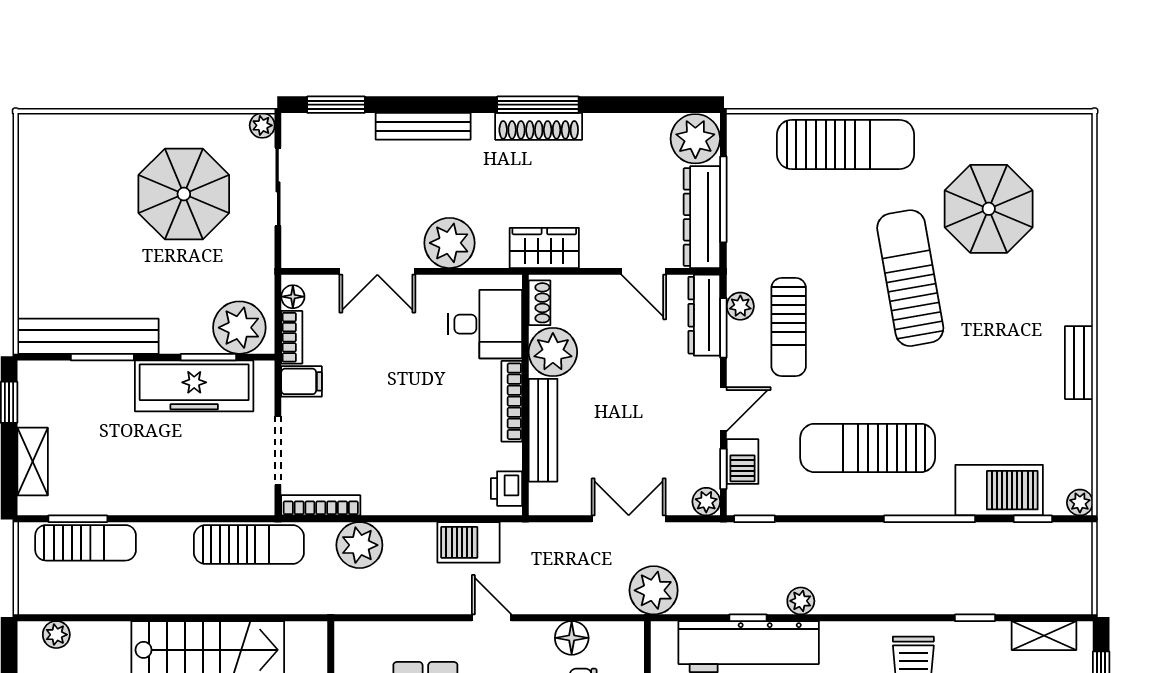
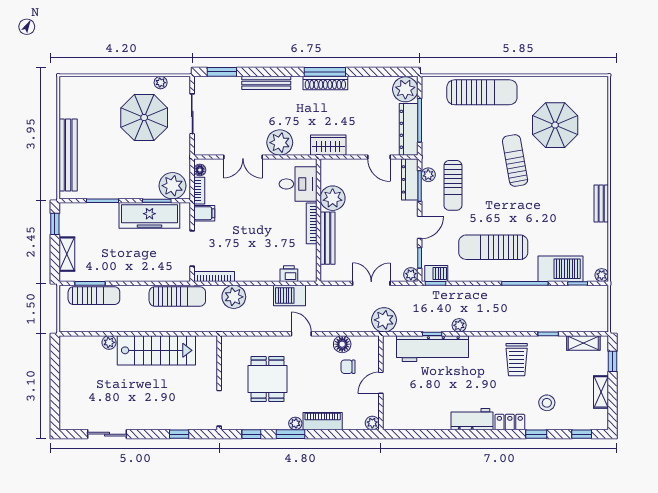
plant: (262, 125) -> (161, 83), moved
sun lounger: (910, 278) -> (515, 160), width x0.73, depth x0.75
shoe rack: (540, 303) -> (326, 173), removed
bench: (88, 336) -> (68, 155), moved, turned 90
barbecue: (743, 462) -> (436, 274), moved, turned -90
printer: (506, 489) -> (289, 274), moved, turned 90
plant: (56, 635) -> (109, 342), moved

